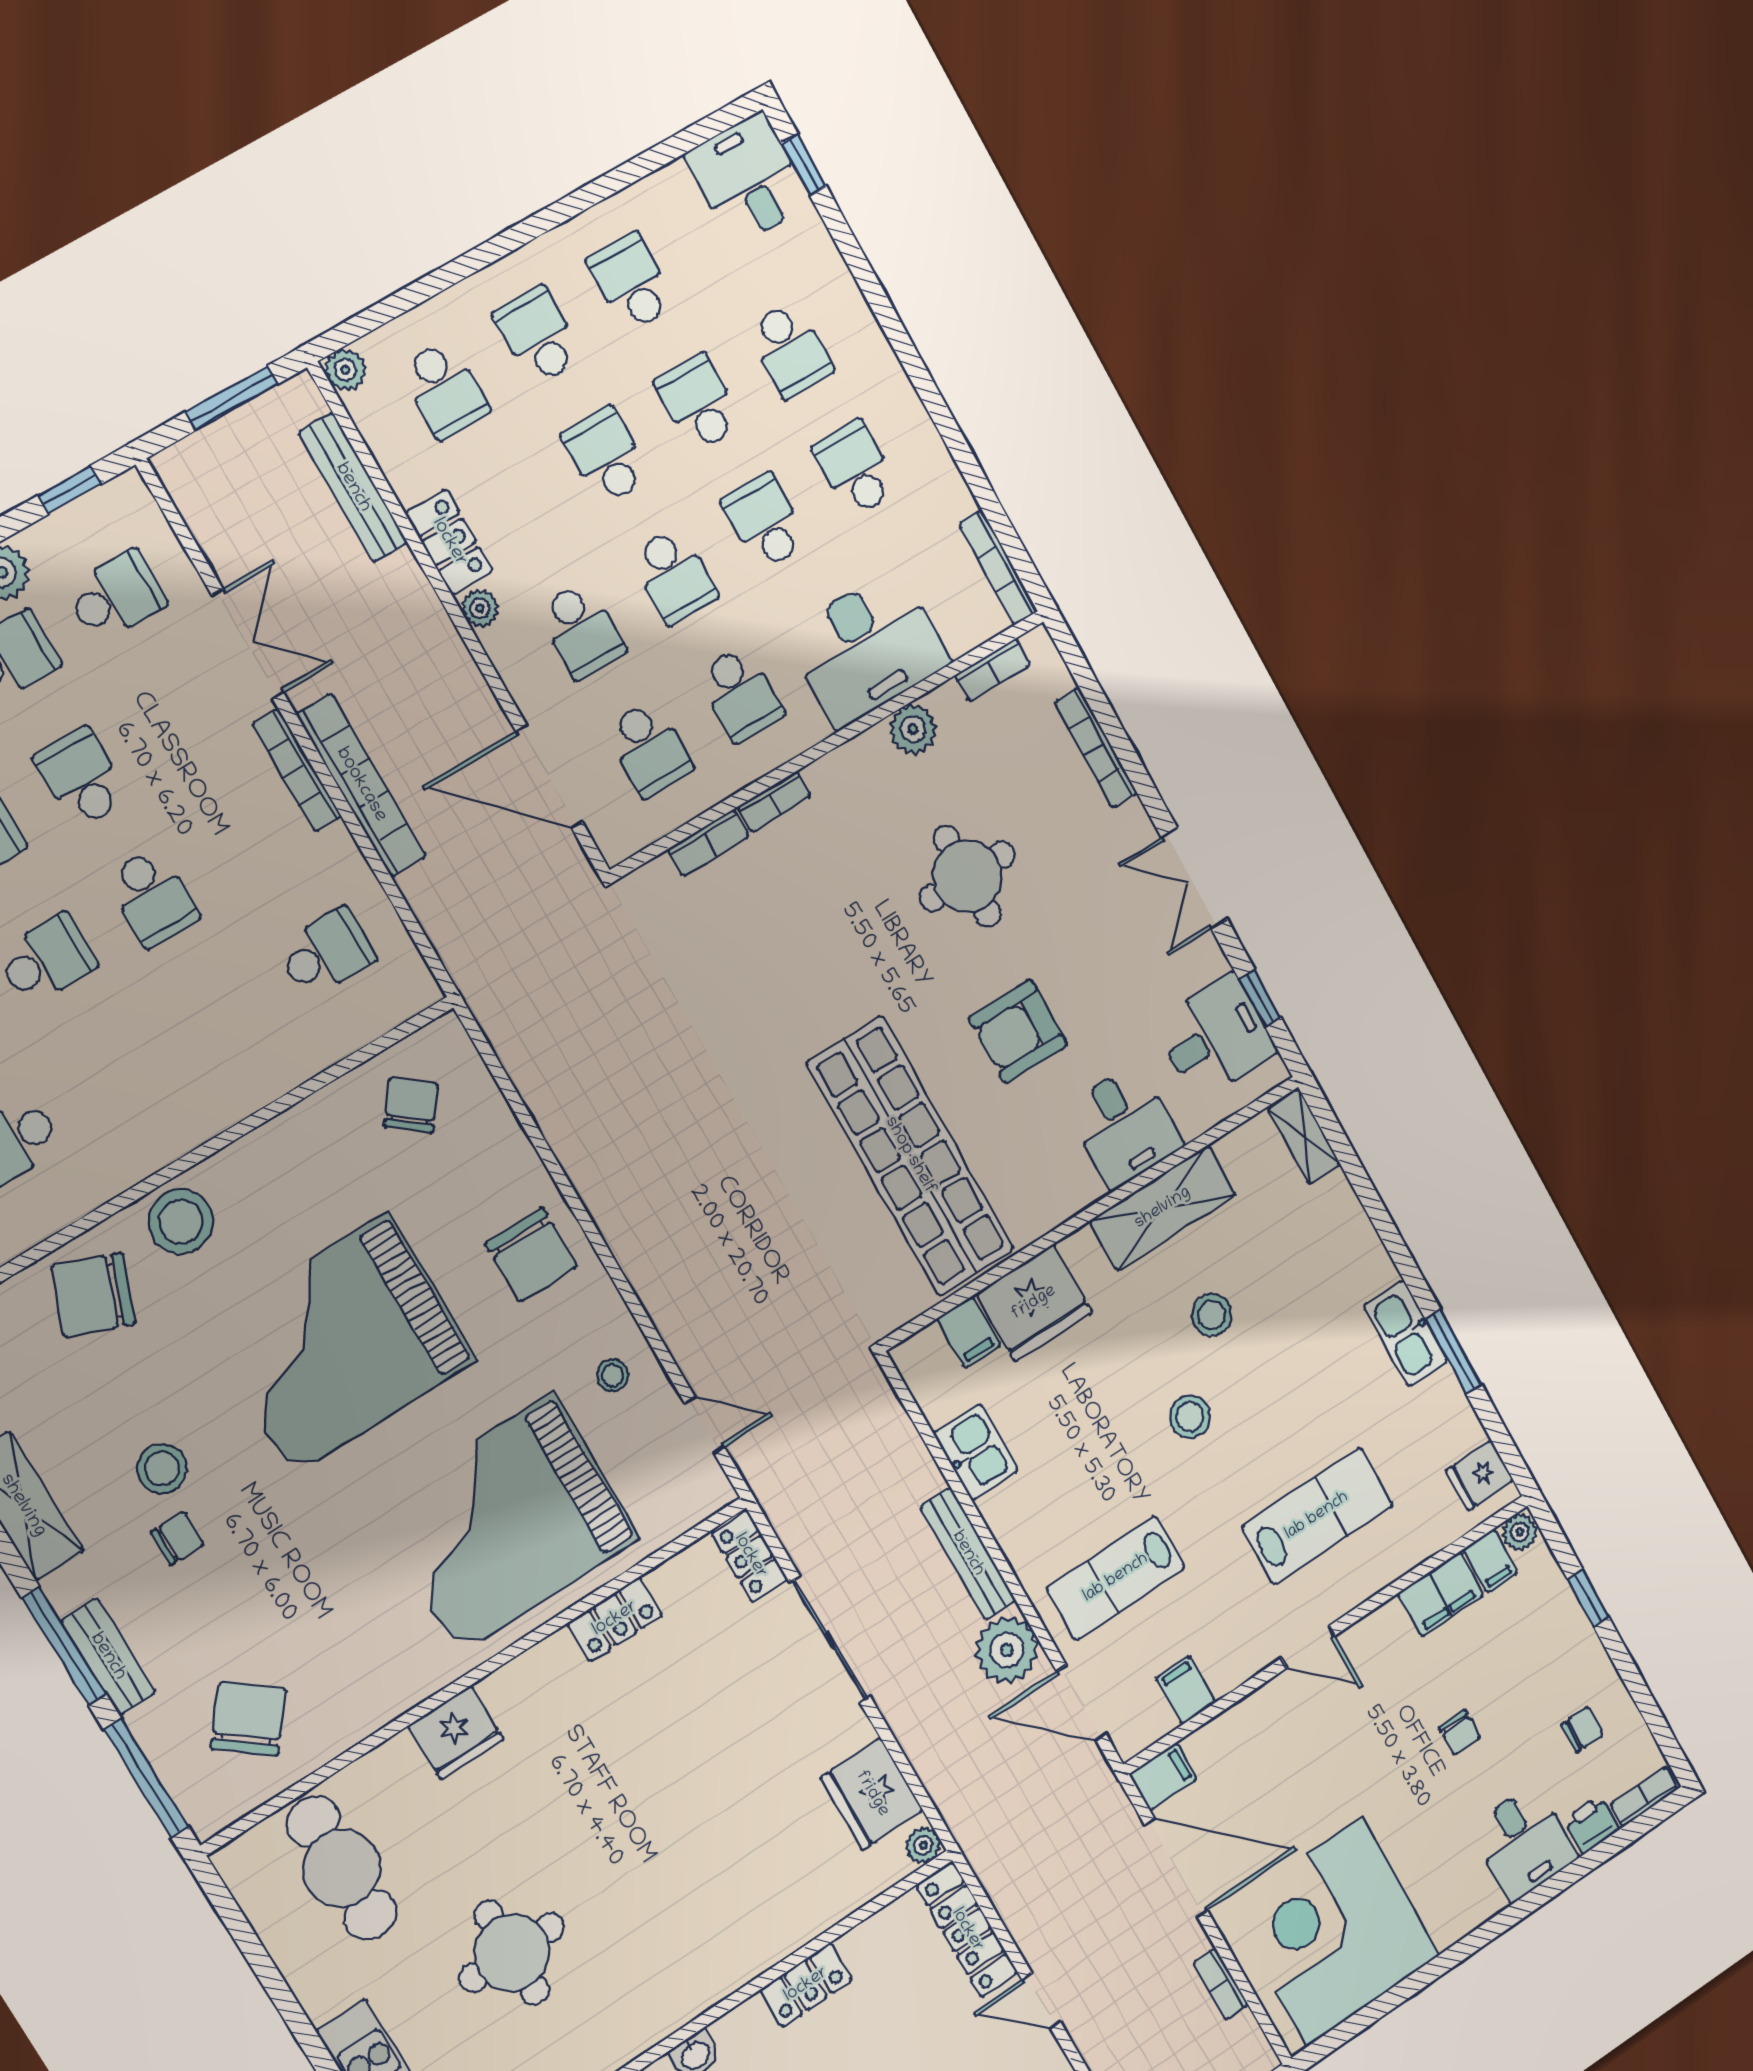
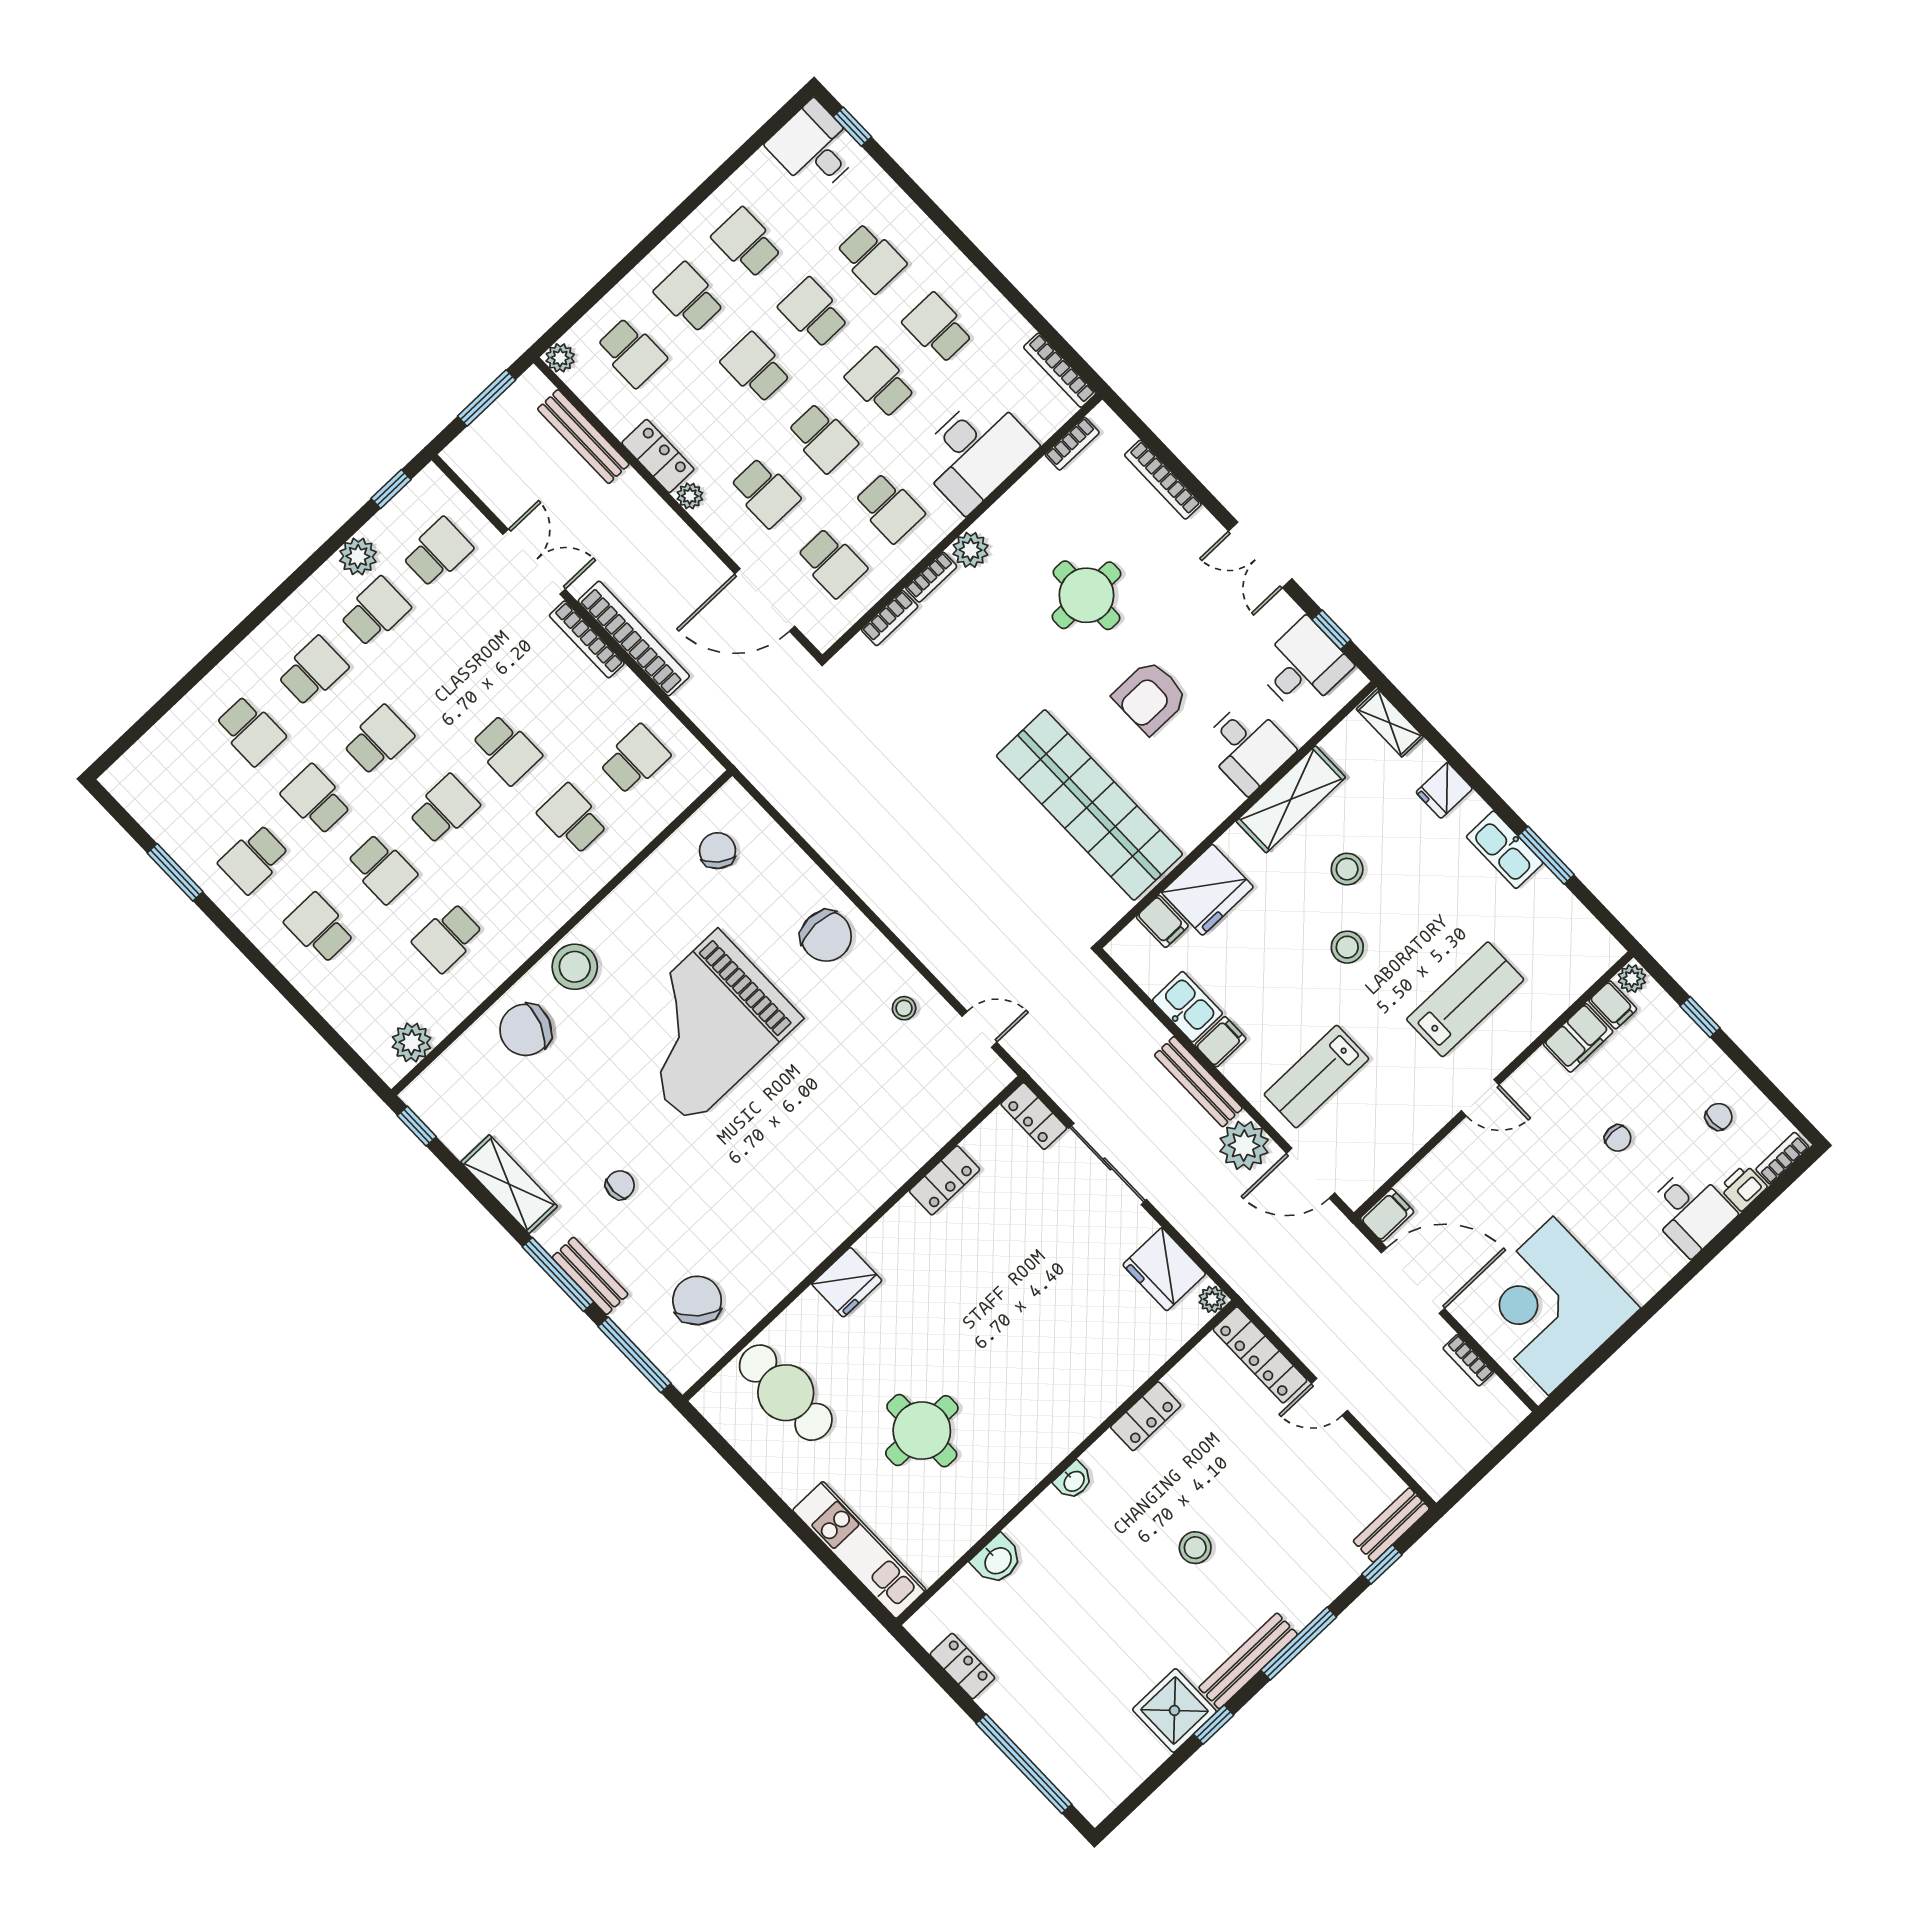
plant: (913, 729) -> (971, 550), moved
school desk: (81, 778) -> (572, 819), moved
stool: (162, 1469) -> (599, 1139), removed
fridge: (1480, 1475) -> (1444, 790), moved
grand piano: (506, 1523) -> (850, 1128), removed
filing cabinet: (1186, 1690) -> (1221, 1042), moved, turned 90

